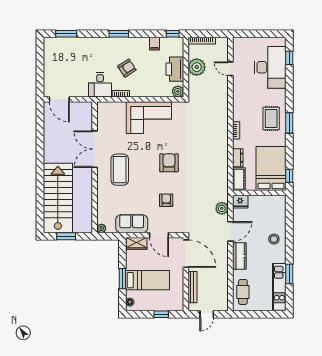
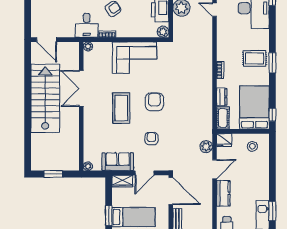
plant: (101, 106) -> (88, 46), added
rug: (271, 119) -> (255, 58), turned 90
coffee table: (120, 170) -> (121, 108), moved
stairs: (58, 198) -> (45, 98), moved
door: (159, 235) -> (145, 173), hinge flipped
stool: (274, 239) -> (252, 146), moved

